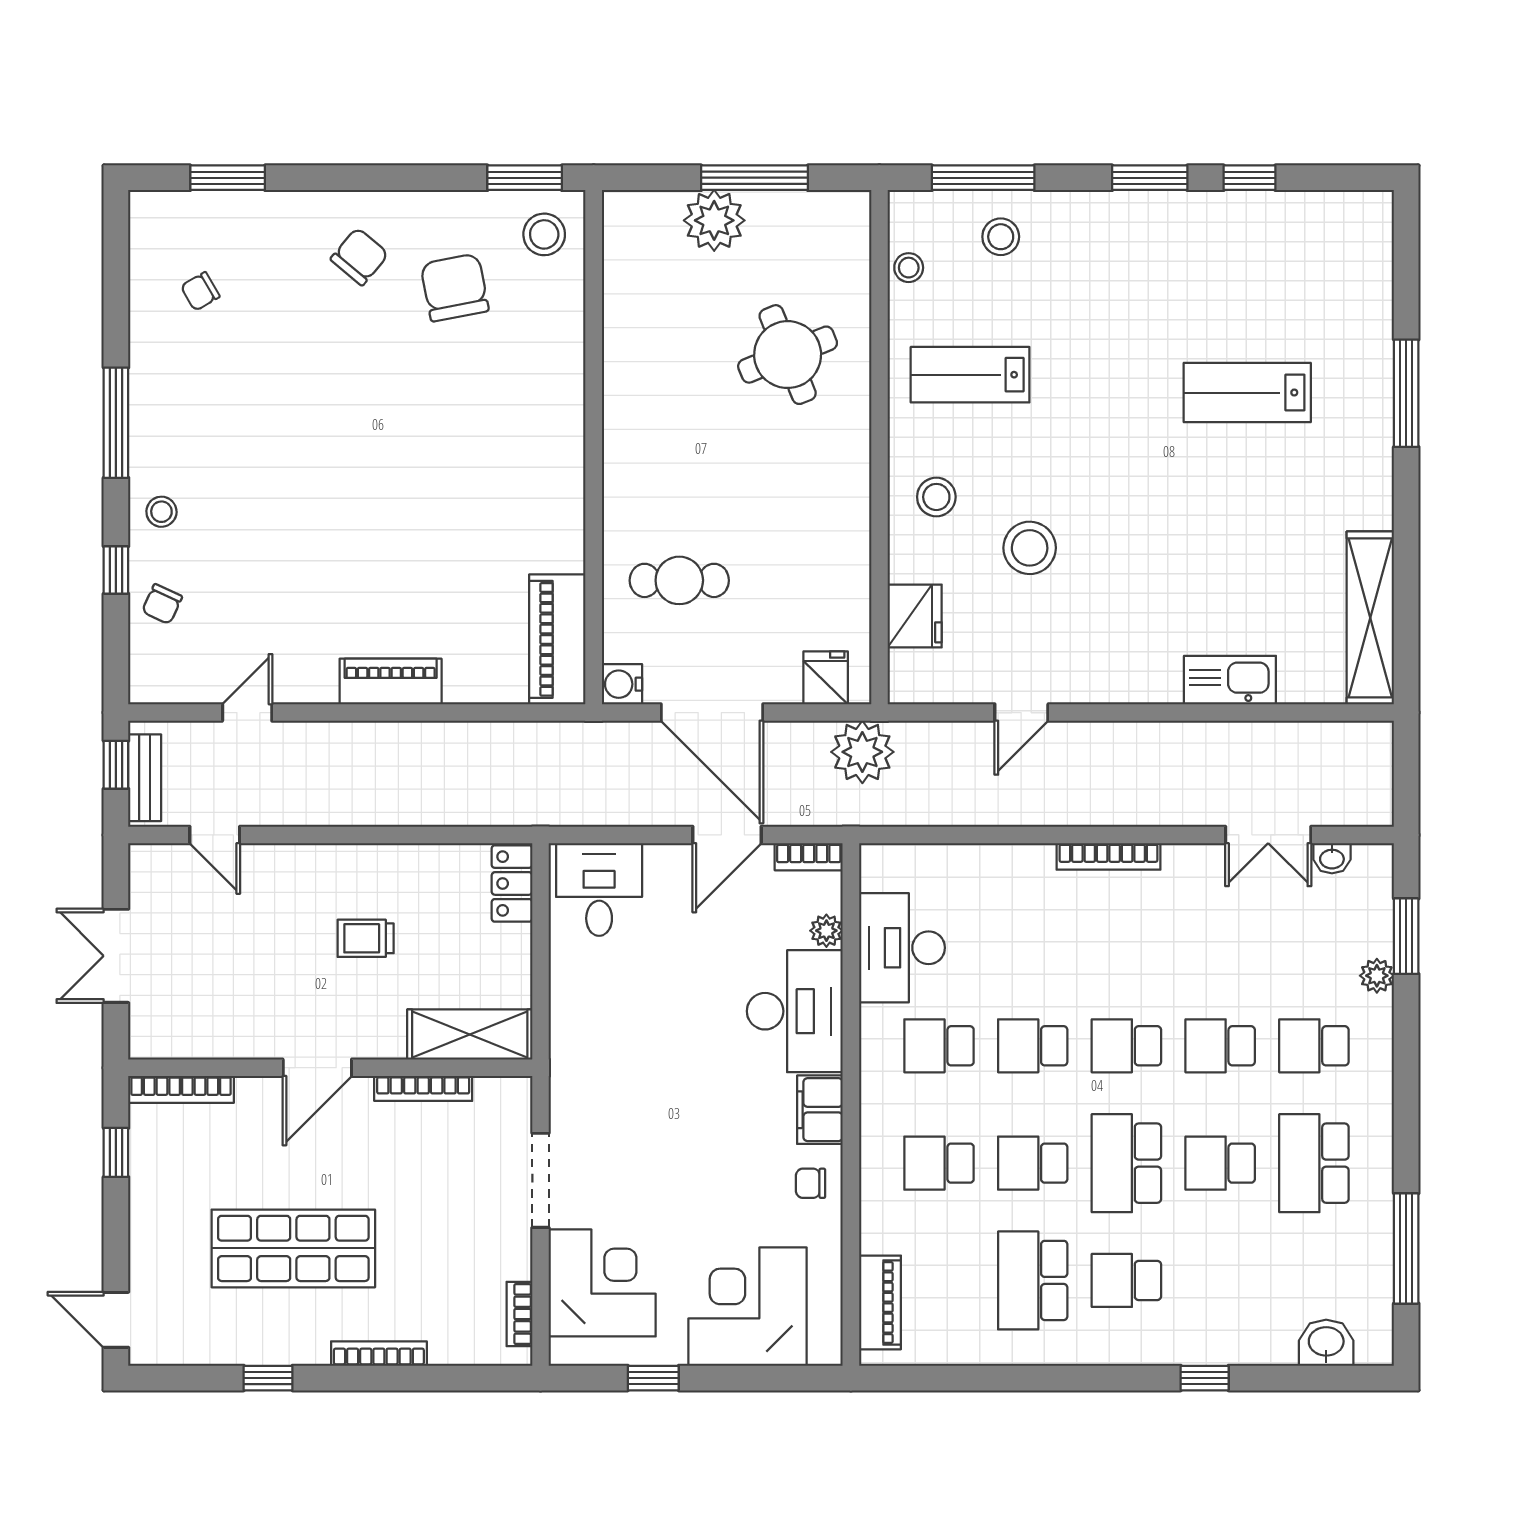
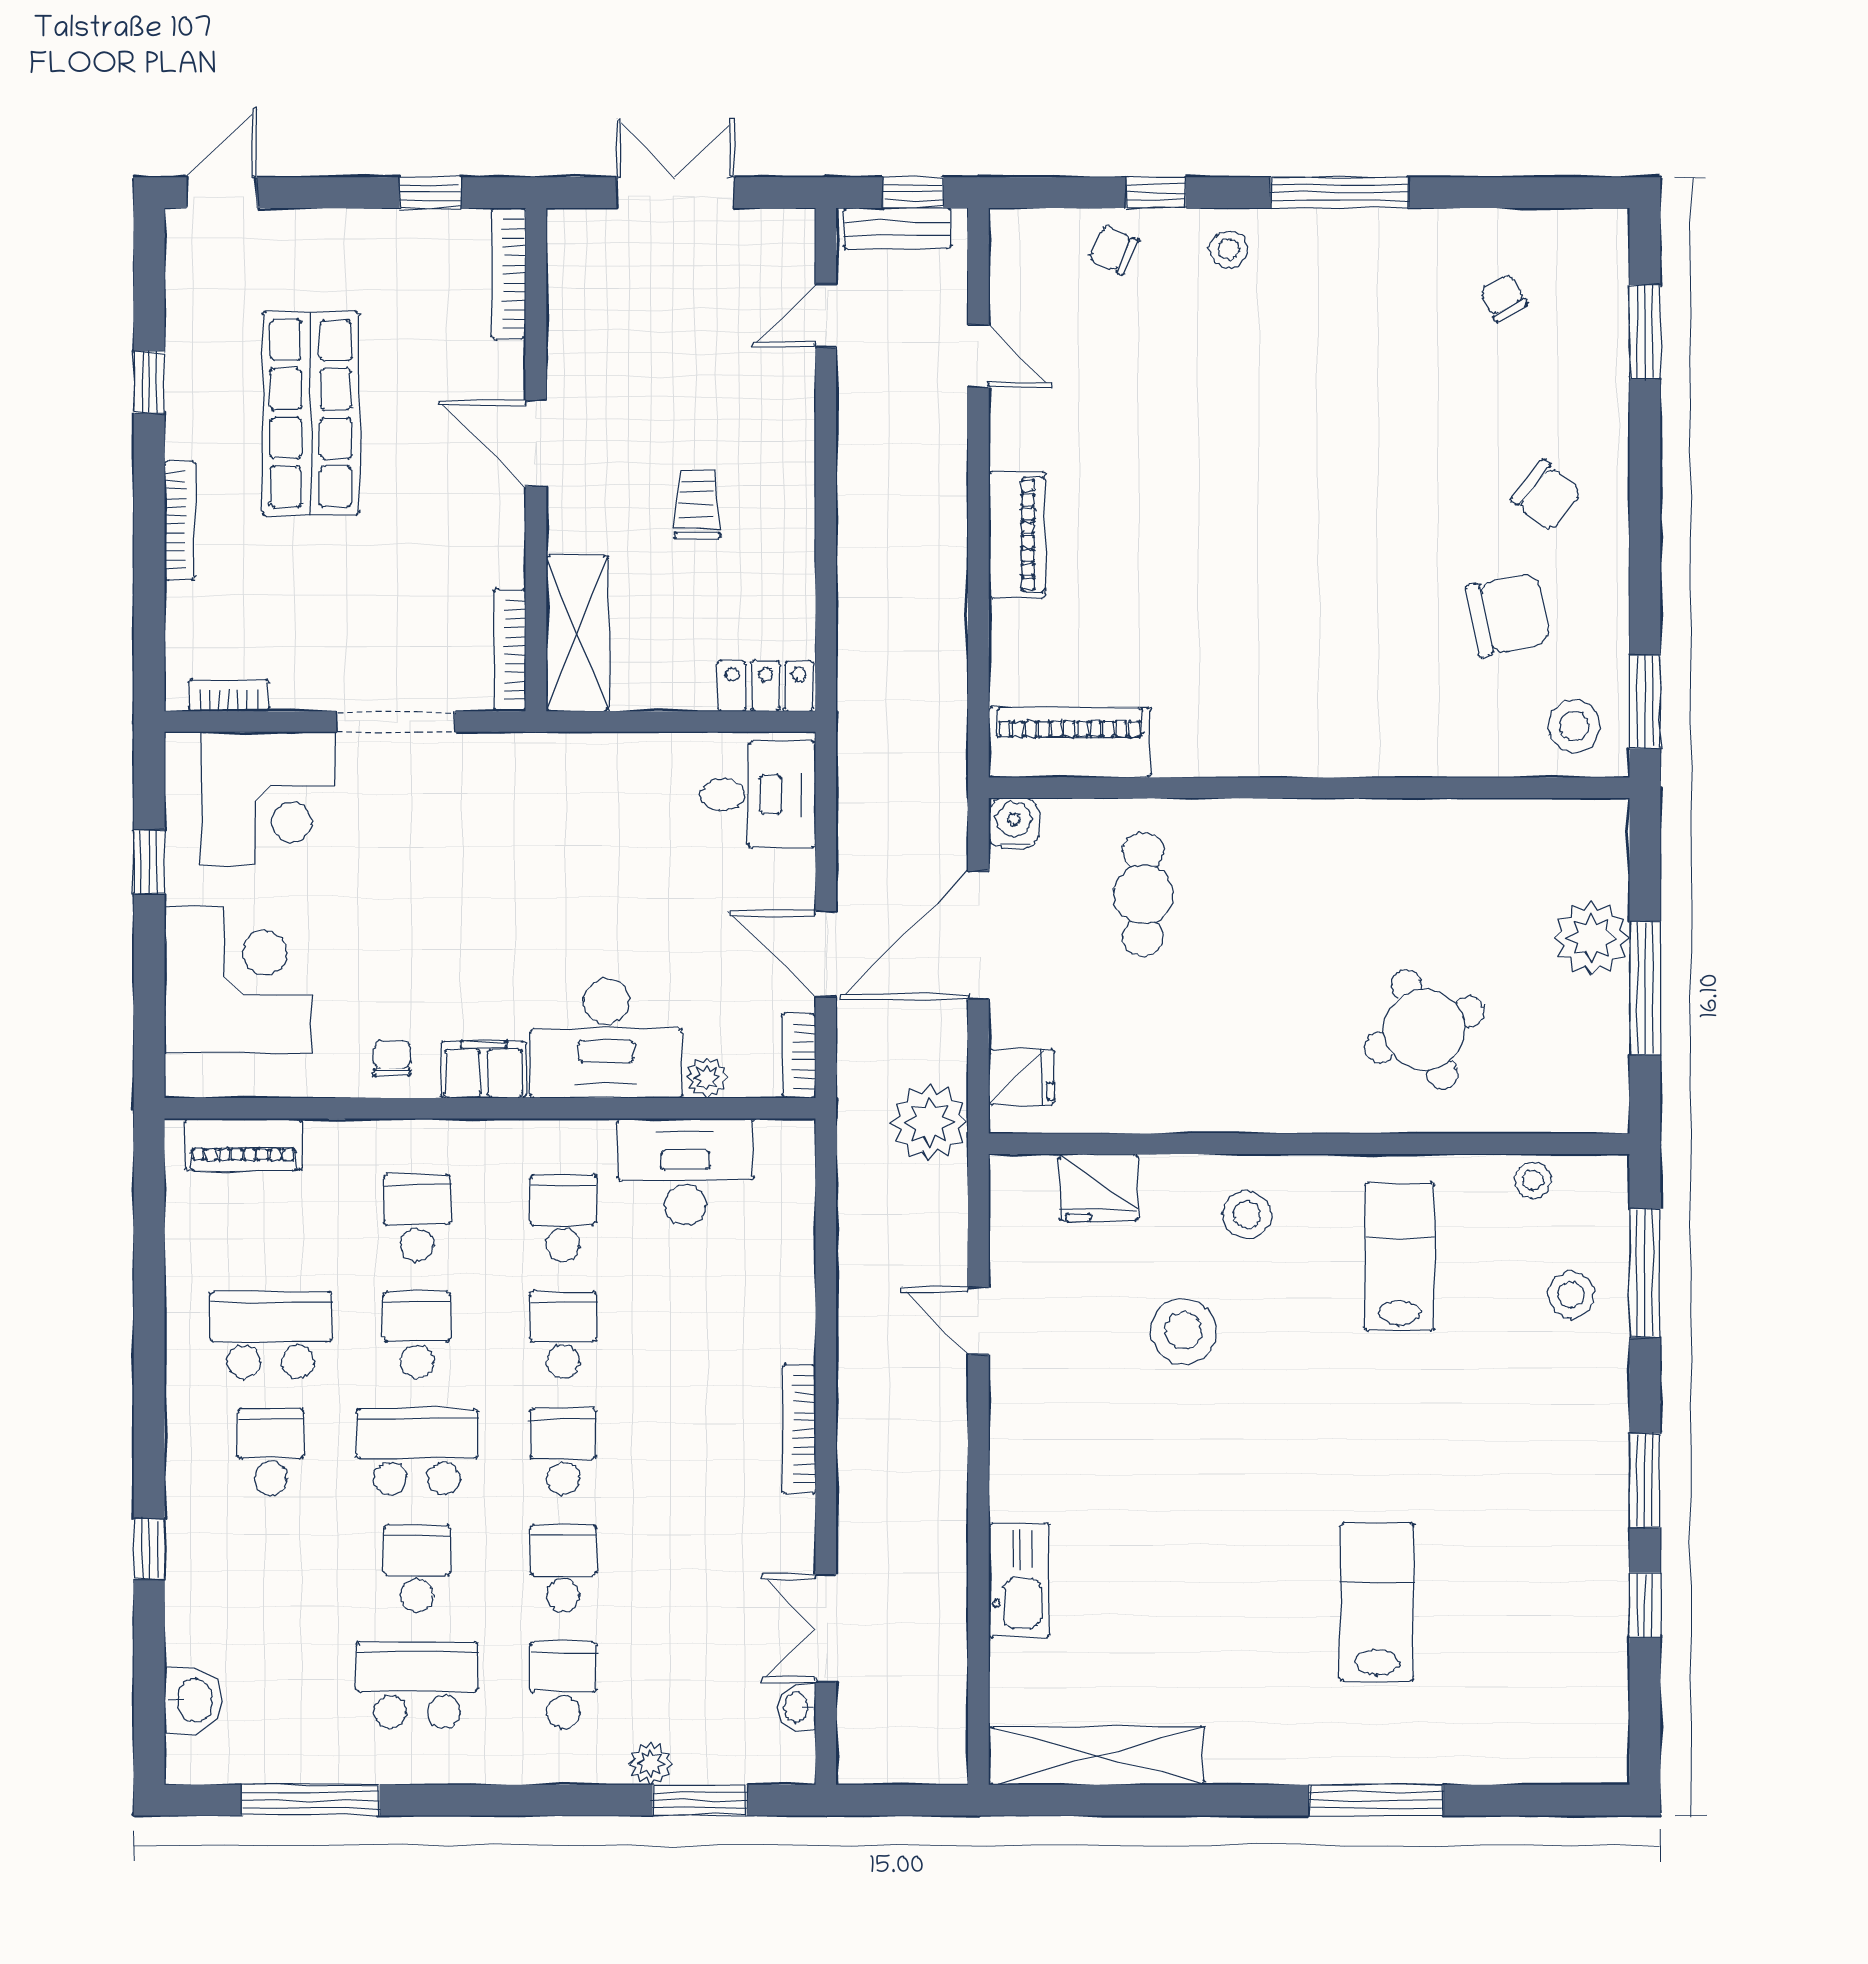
bookcase: (423, 1088) -> (510, 650), moved

